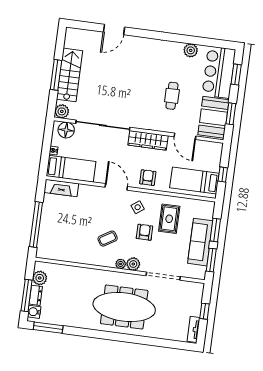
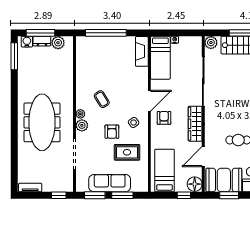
floor lamp: (66, 130) -> (195, 184), moved
window: (223, 175) -> (184, 195), moved
armchair: (148, 178) -> (164, 118), moved, turned -90
armchair: (145, 232) -> (112, 132), turned 90
window: (204, 311) -> (59, 195), moved

